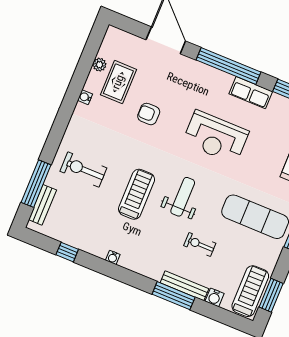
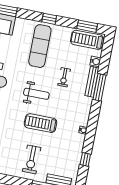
weight bench: (183, 197) -> (36, 94), turned 180

